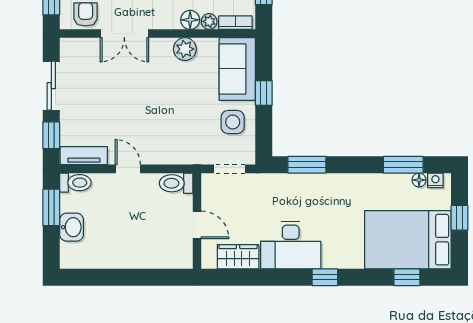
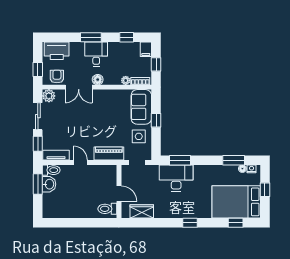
floor lamp: (190, 20) -> (98, 80), moved
plant: (185, 49) -> (49, 96), moved
piano: (179, 153) -> (109, 154), added
toilet: (176, 183) -> (107, 209), moved
washbasin: (72, 227) -> (49, 184), moved
desk: (291, 245) -> (176, 178), moved, turned 180

